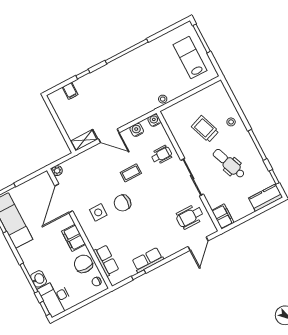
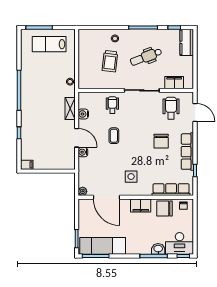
filing cabinet: (70, 91) -> (27, 165), moved
water cooler: (154, 120) -> (83, 152), moved
trolley: (205, 129) -> (110, 61), turned -63
door: (109, 136) -> (77, 138), hinge flipped
shelving: (84, 140) -> (70, 109), moved
chair: (122, 203) -> (161, 141), moved
wheelchair: (190, 217) -> (171, 108), turned 180
filing cabinet: (223, 217) -> (174, 83), moved
row of seats: (106, 260) -> (171, 190), width x1.48
row of seats: (148, 260) -> (187, 152), width x1.48

